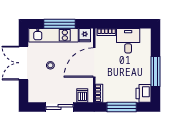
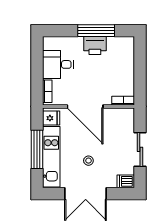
printer: (143, 93) -> (95, 46), moved
dishwasher: (82, 95) -> (126, 181), moved
window: (122, 107) -> (140, 72), removed

